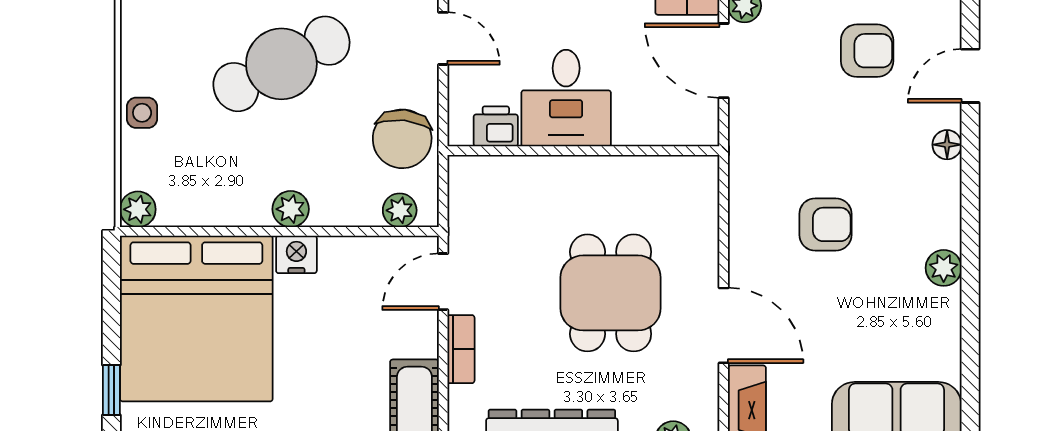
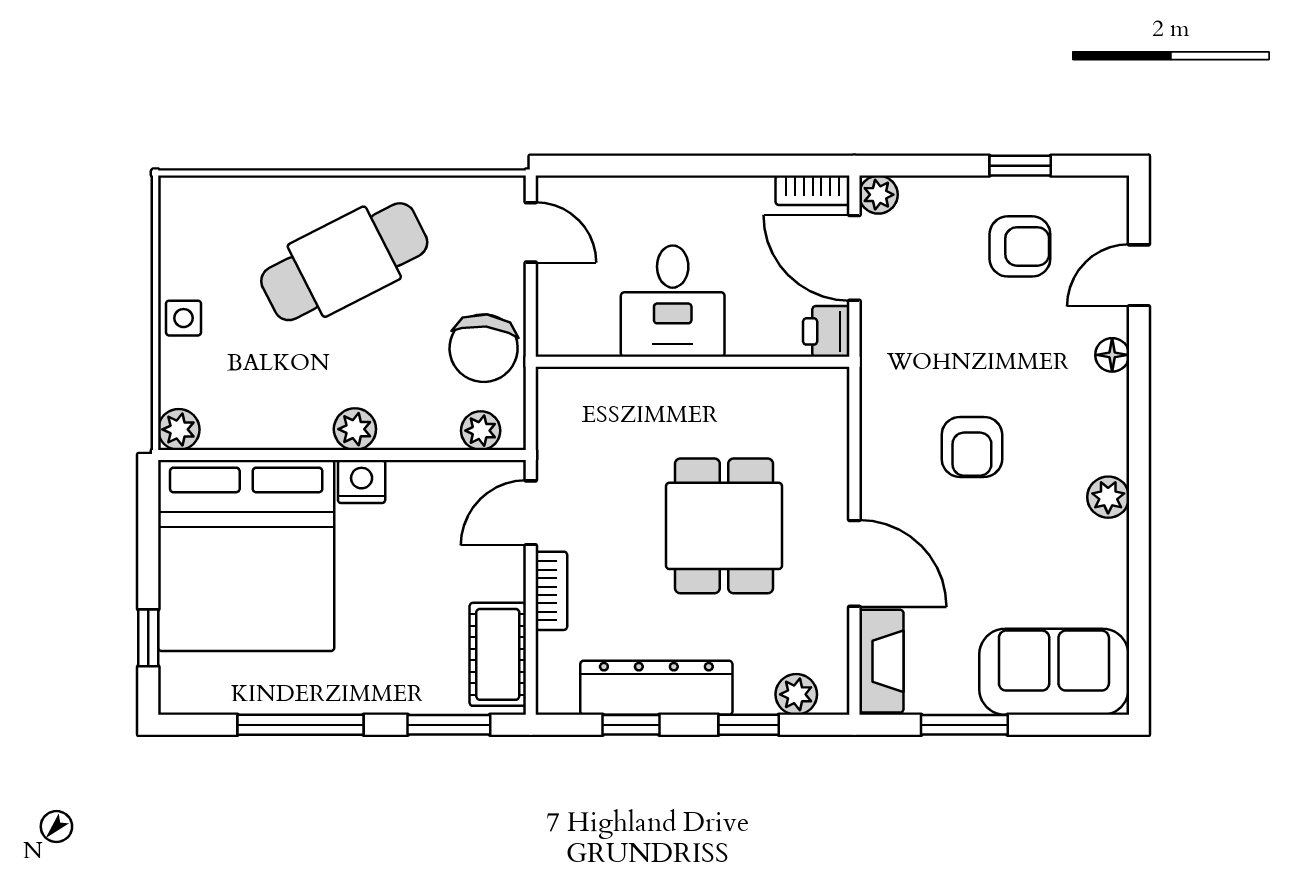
printer: (496, 126) -> (826, 331), moved, turned -90
armchair: (825, 224) -> (972, 447), turned 90

